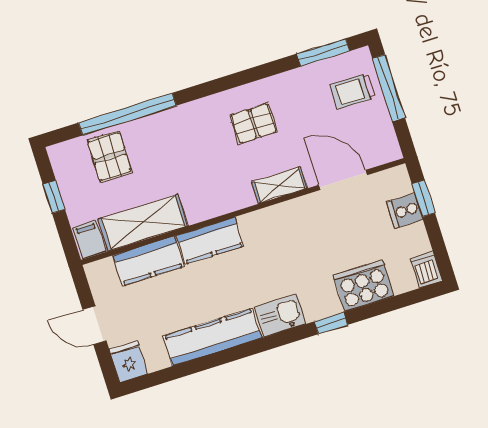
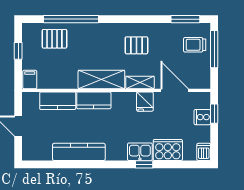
pallet: (110, 156) -> (54, 39), turned 90
shelving: (143, 223) -> (101, 80), moved
kitchen sink: (280, 315) -> (140, 152), moved
fridge: (128, 362) -> (145, 102), moved, turned 180

